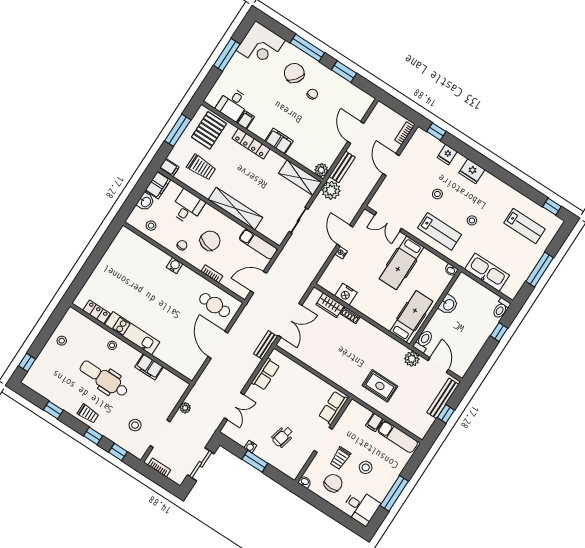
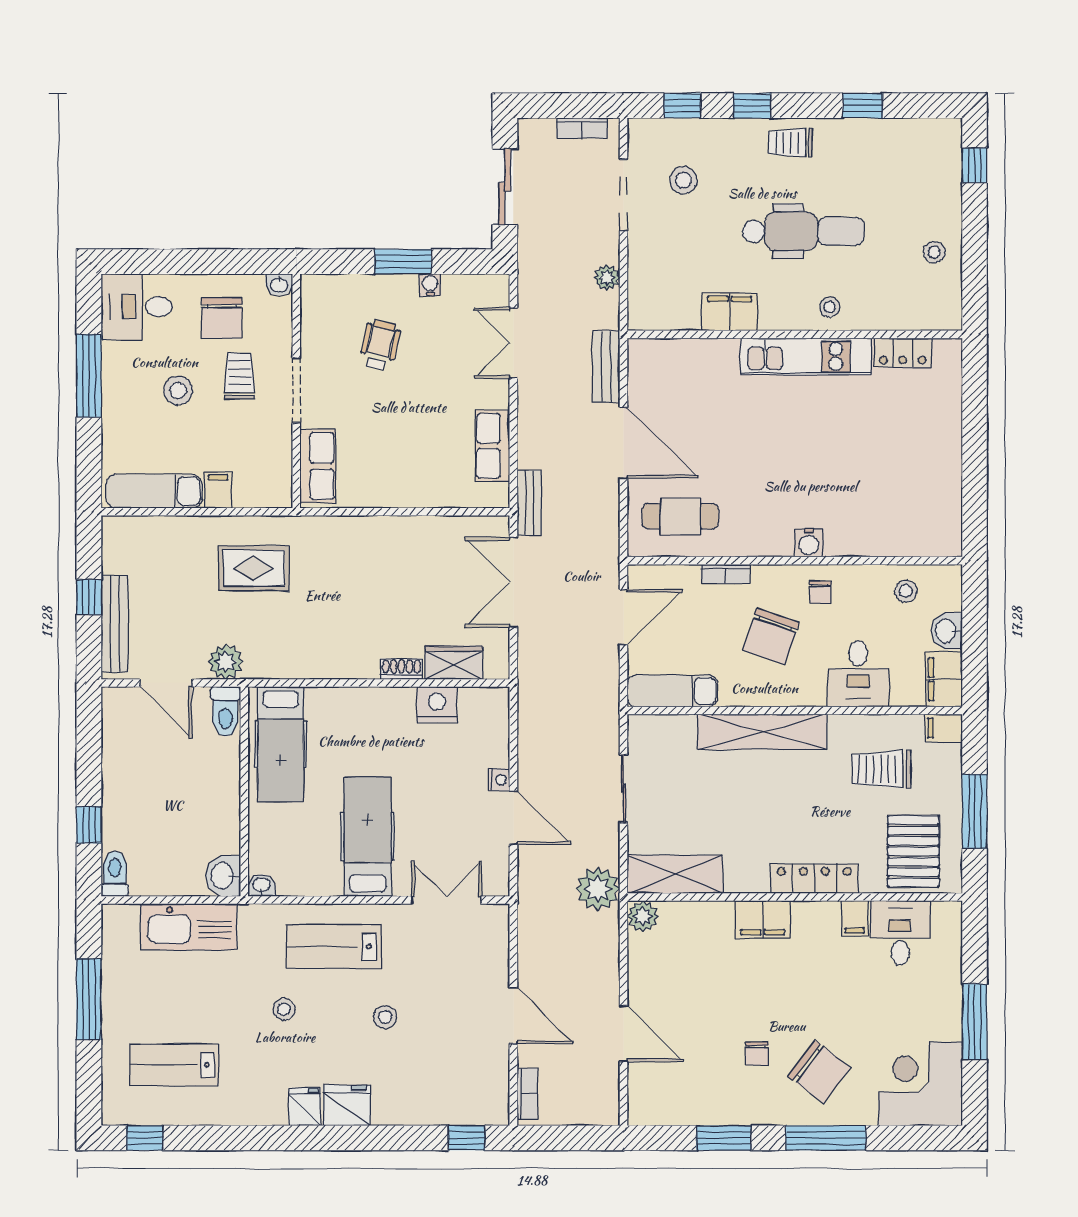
fridge: (447, 155) -> (305, 1107), moved
bench: (342, 167) -> (606, 367), moved
washbasin: (448, 305) -> (223, 876), moved

